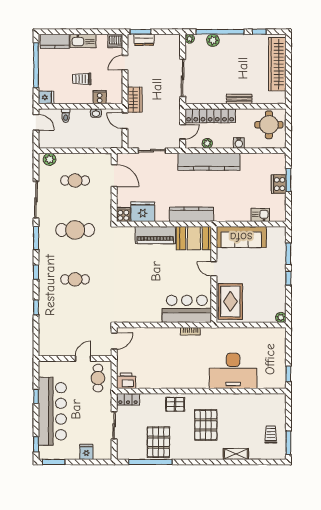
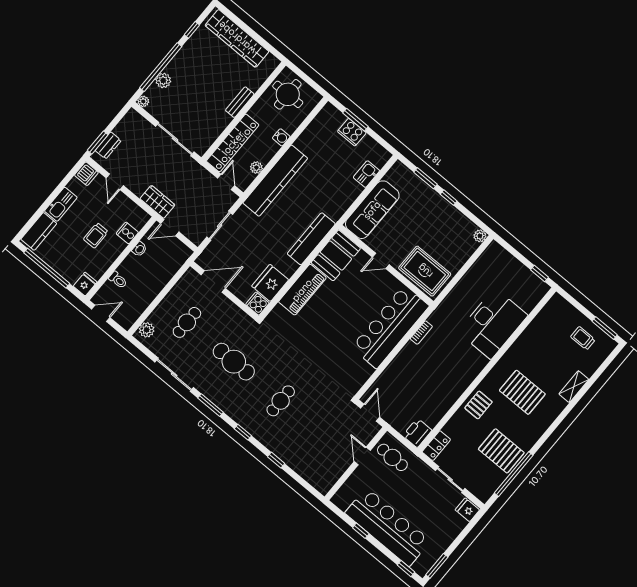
cafe table: (75, 230) -> (234, 362), turned 90
bar counter: (187, 309) -> (390, 327), width x1.36
fridge: (86, 452) -> (467, 510), moved

